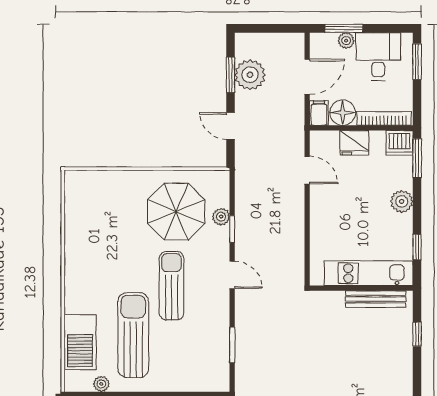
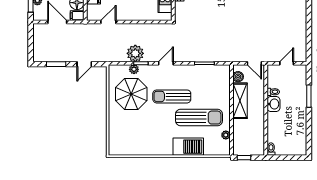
plant: (250, 75) -> (135, 53), moved
sun lounger: (133, 335) -> (199, 118), turned 180
barbecue: (80, 342) -> (188, 147), moved

